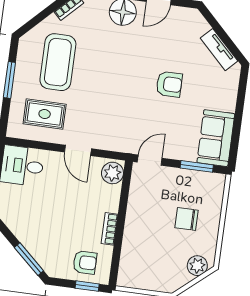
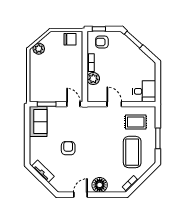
armchair: (169, 84) -> (68, 148), turned 90
door: (150, 160) -> (73, 104), swing flipped
plant: (112, 173) -> (93, 79), moved
chair: (187, 219) -> (70, 39), moved

